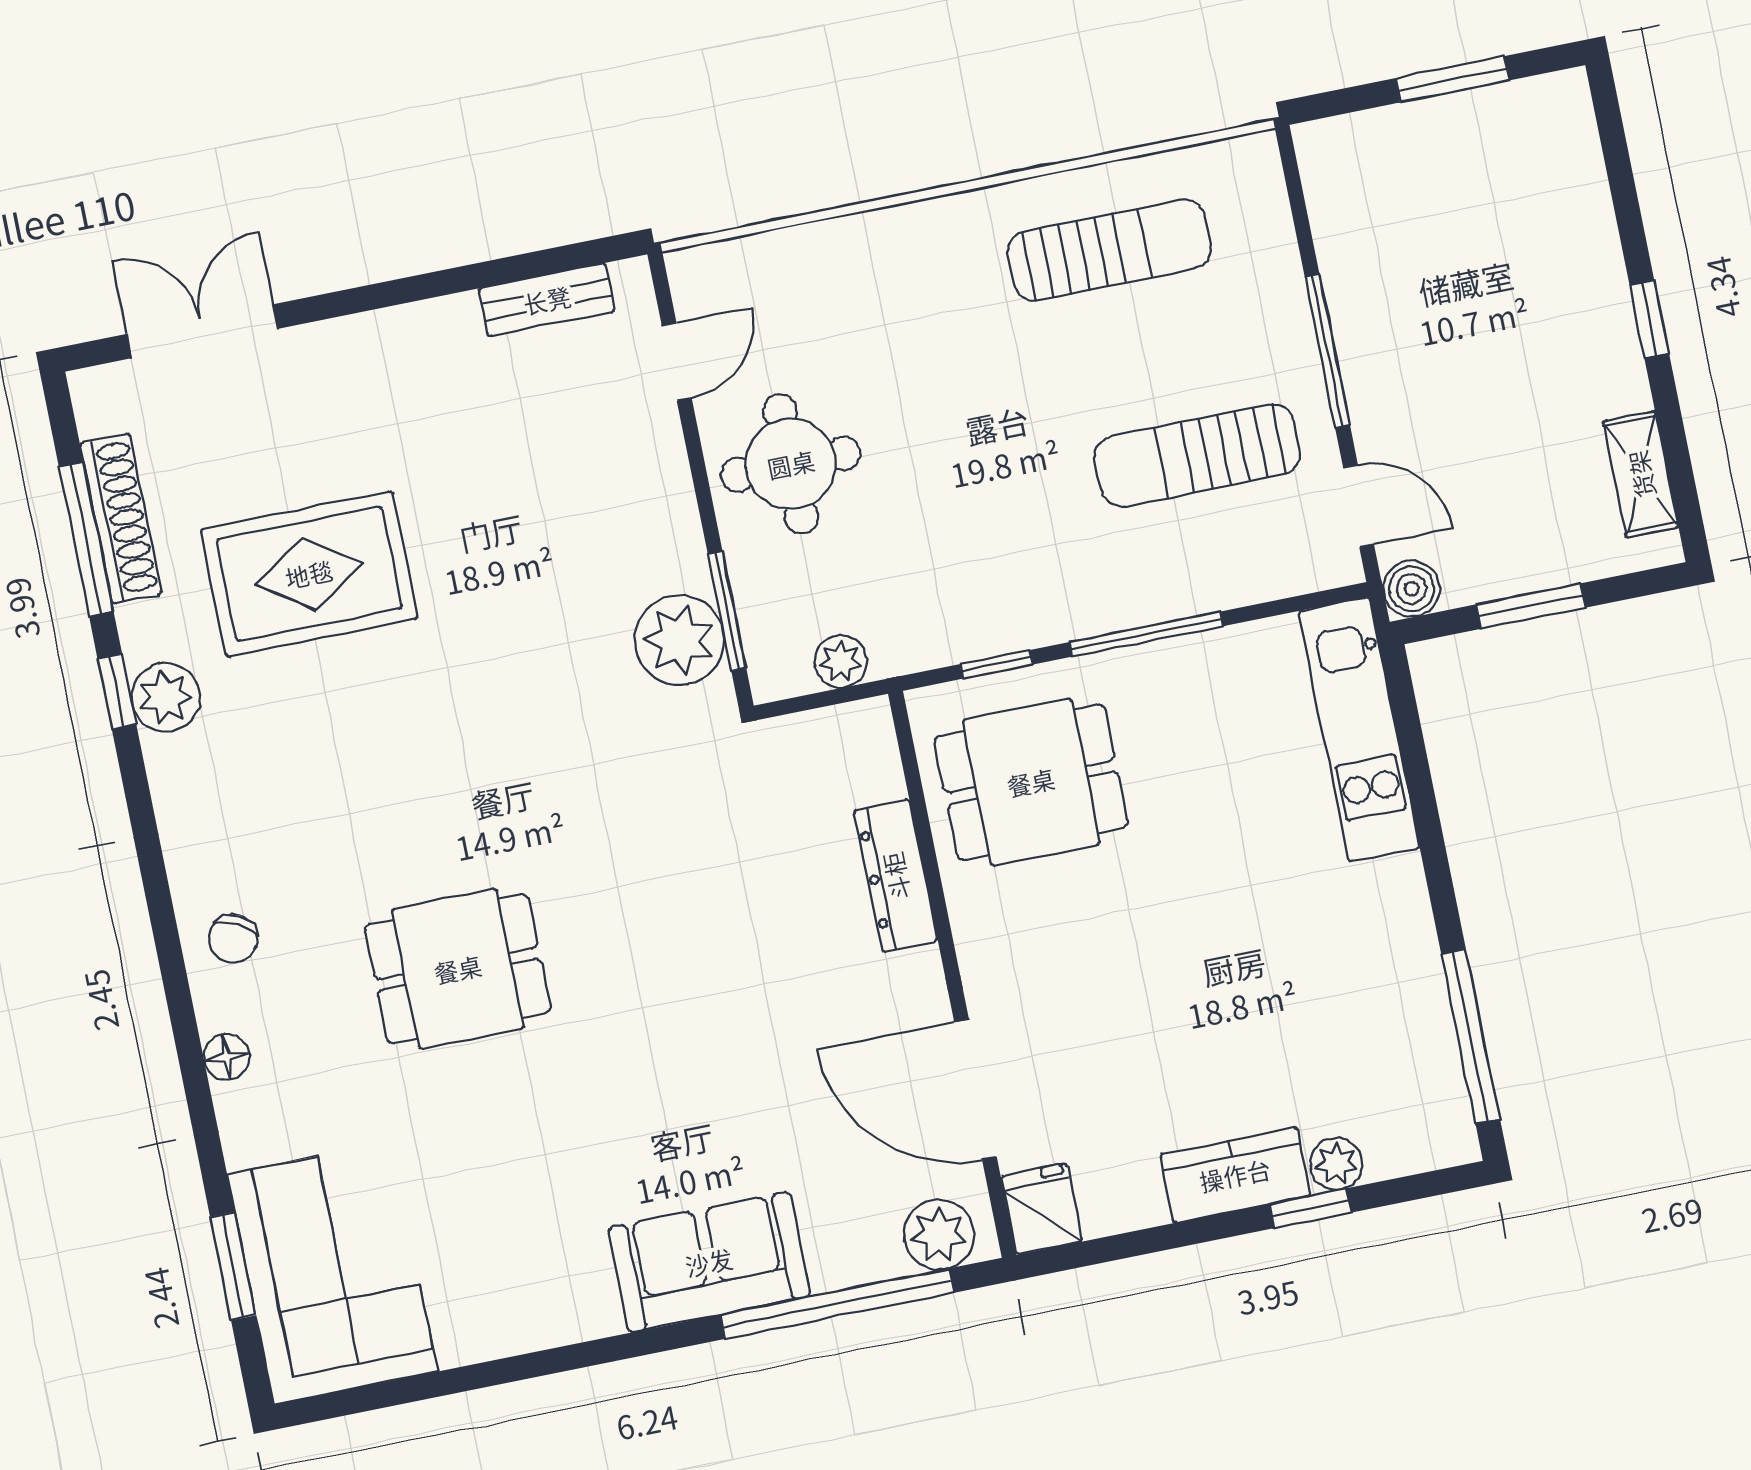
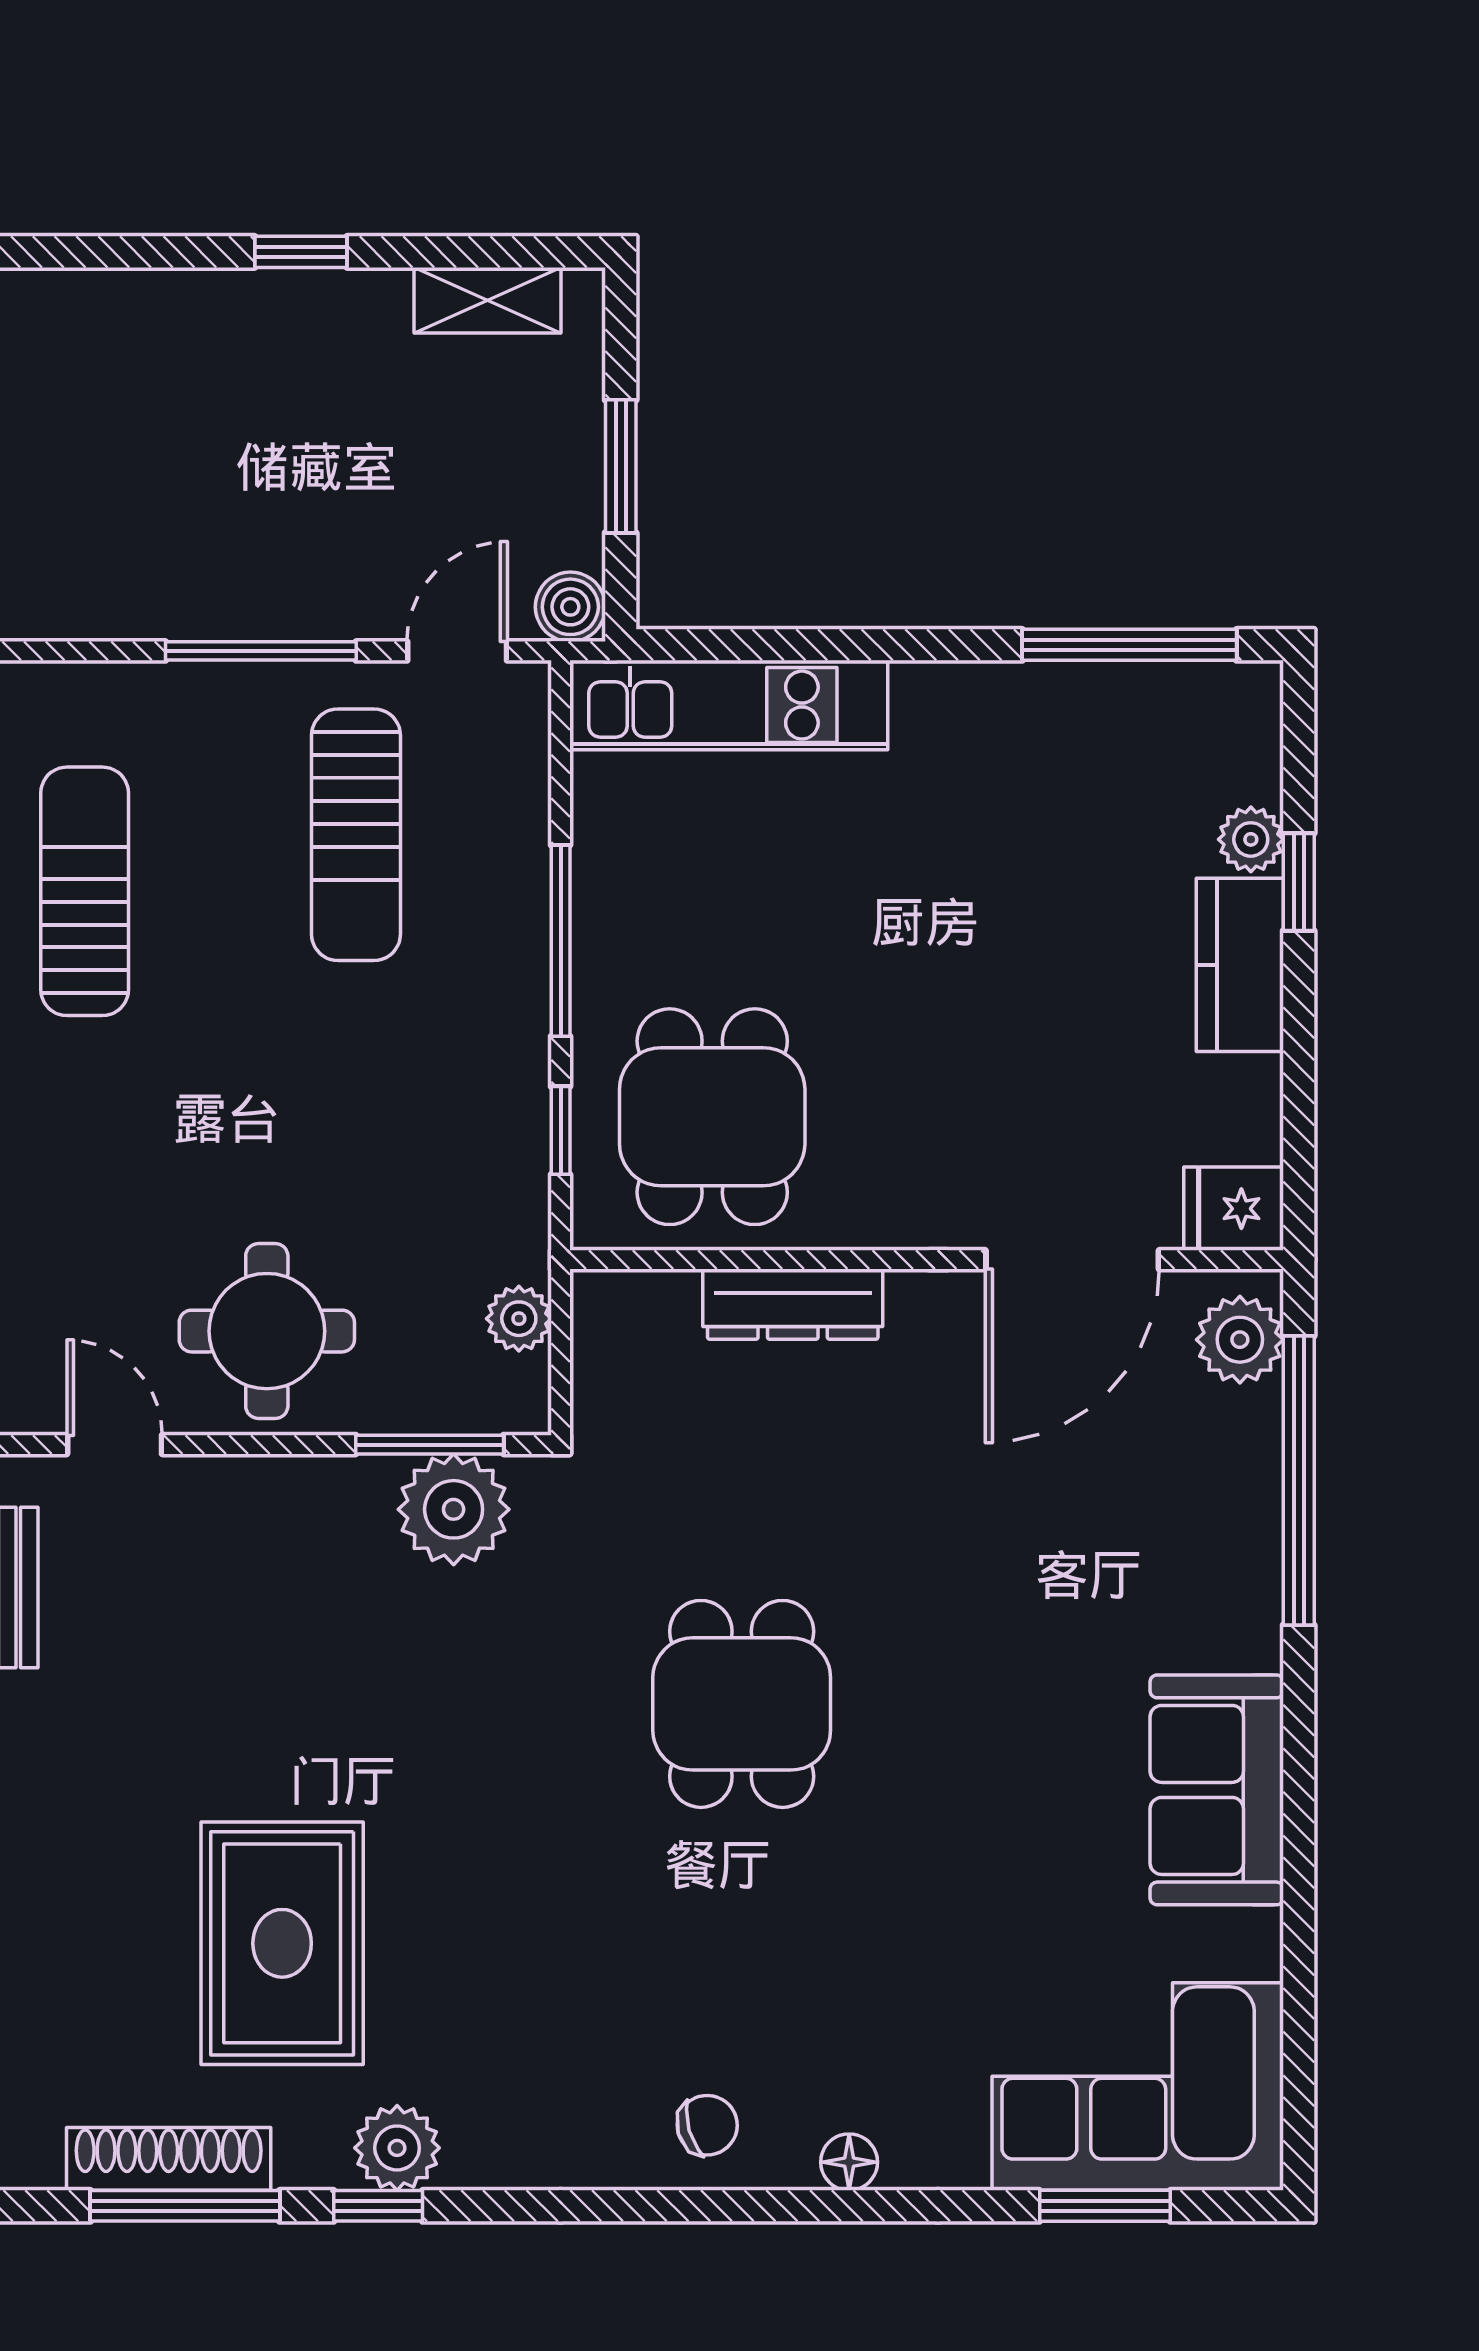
chair: (233, 939) -> (707, 2125), turned -44
dining table: (458, 969) -> (742, 1704), moved
sofa: (709, 1262) -> (1217, 1790), moved

